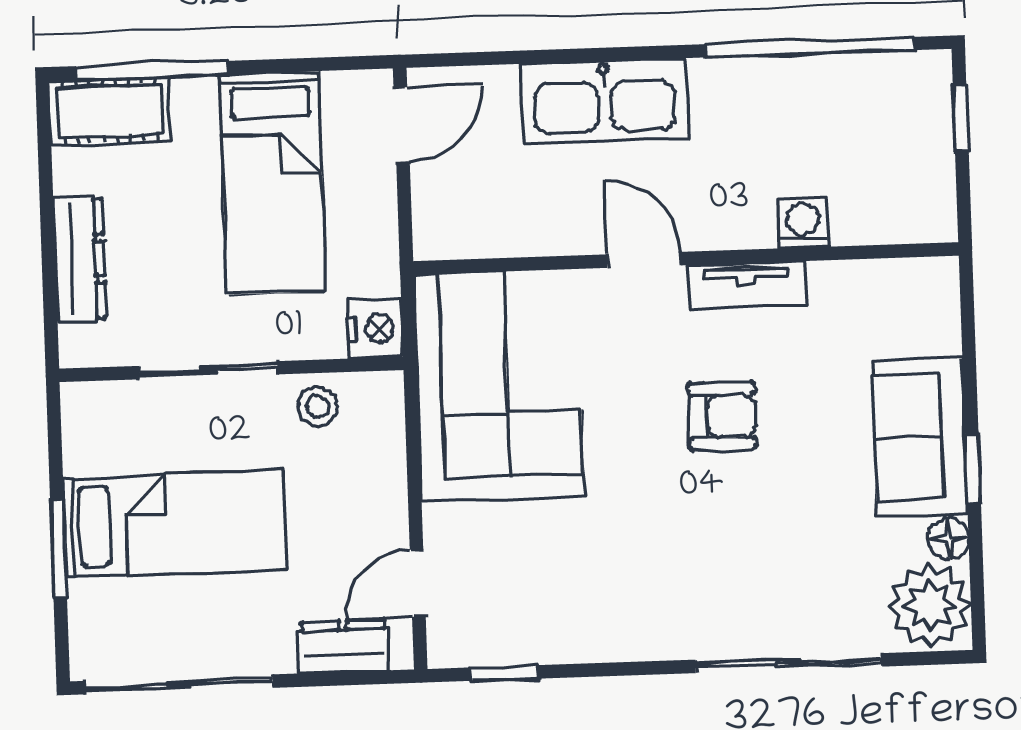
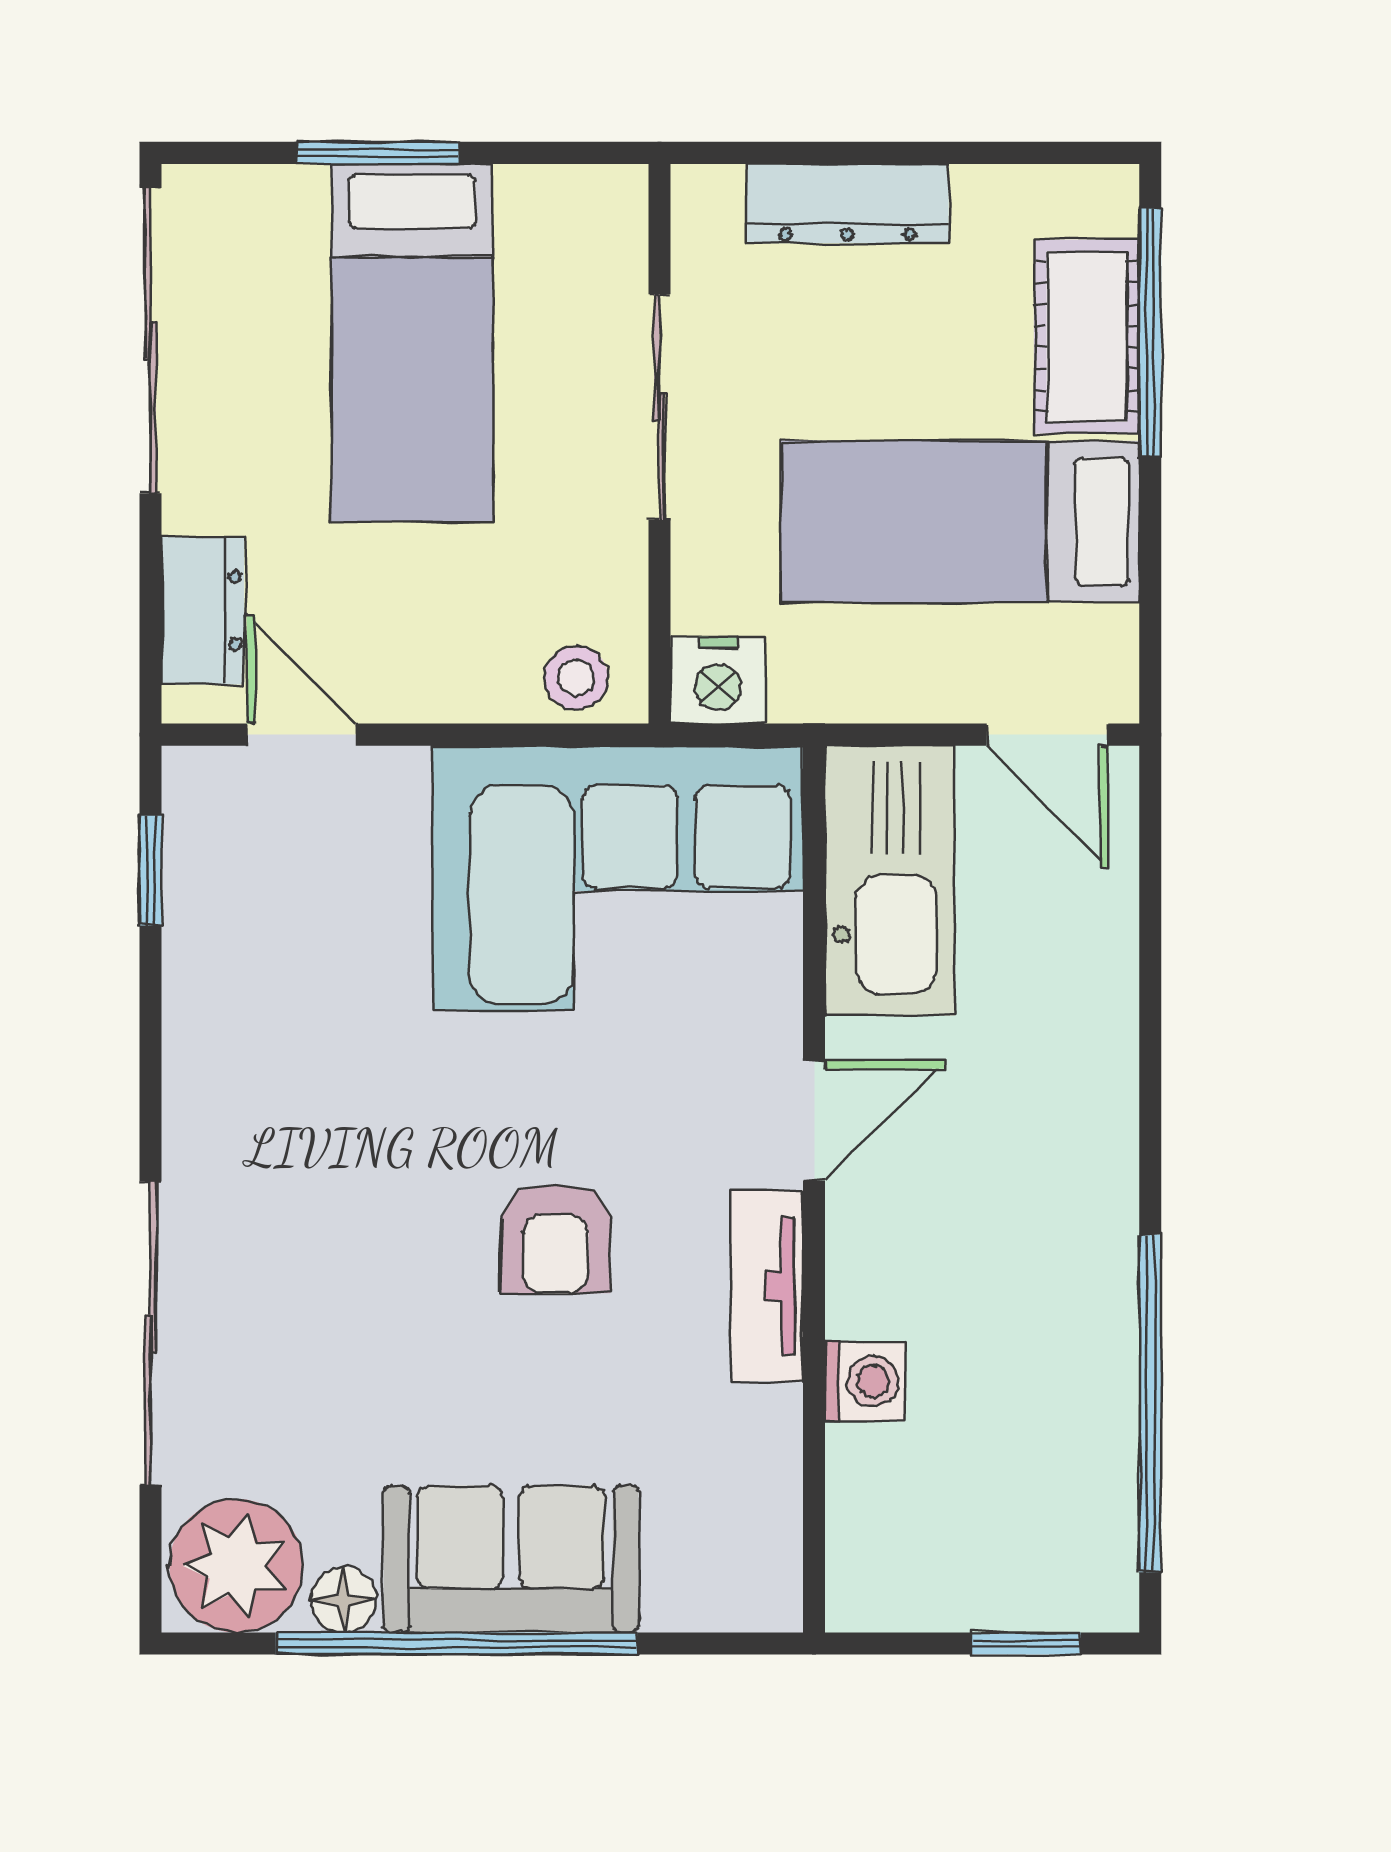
kitchen sink: (605, 101) -> (890, 881), moved, turned 180
cot: (110, 111) -> (1087, 337), moved
stool: (318, 407) -> (576, 678), moved
window: (973, 468) -> (457, 1644), width x3.17

